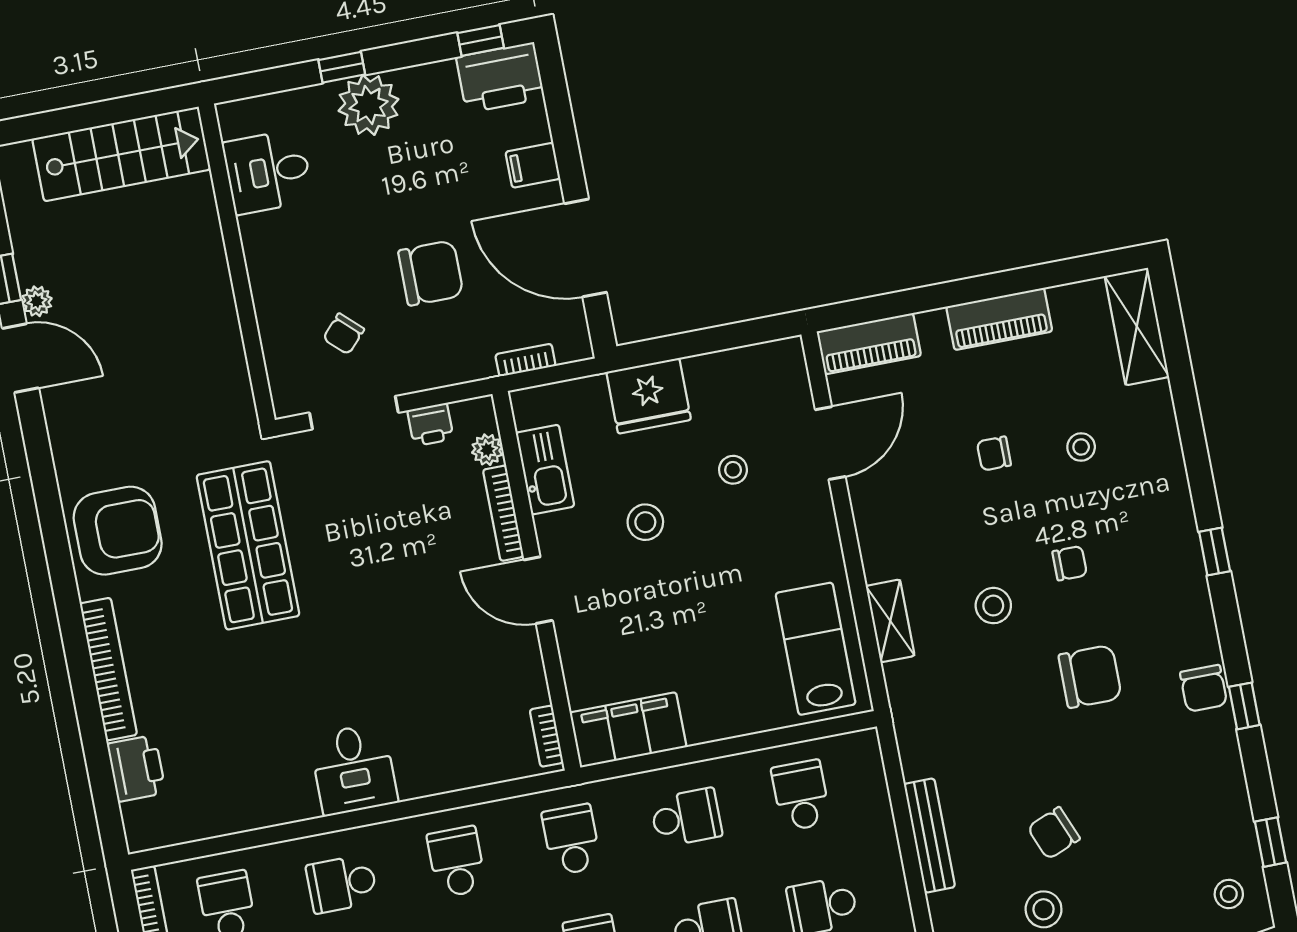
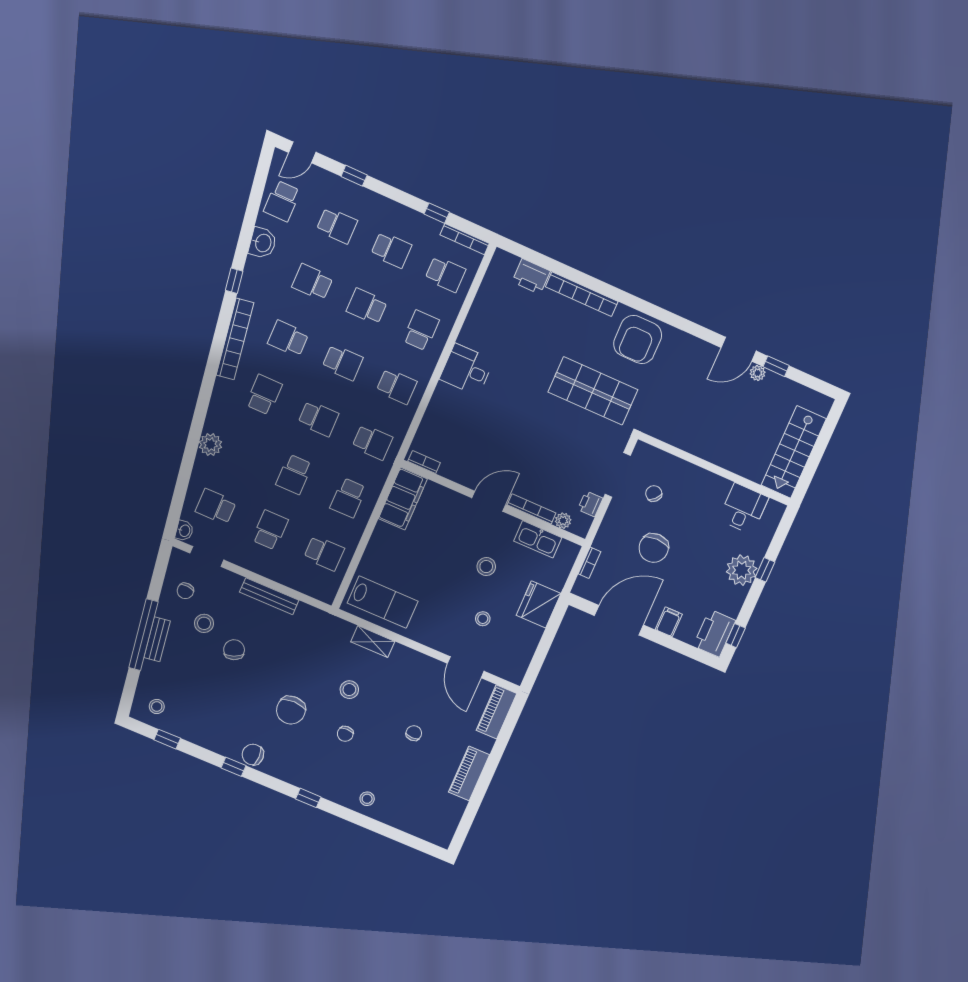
shelving: (1137, 326) -> (426, 829), removed
stool: (1081, 447) -> (367, 799), moved

